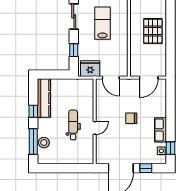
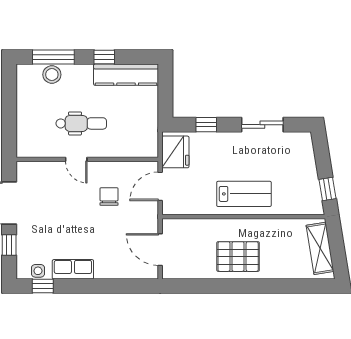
lab bench: (102, 23) -> (244, 194), moved
chair: (131, 118) -> (109, 196), moved

